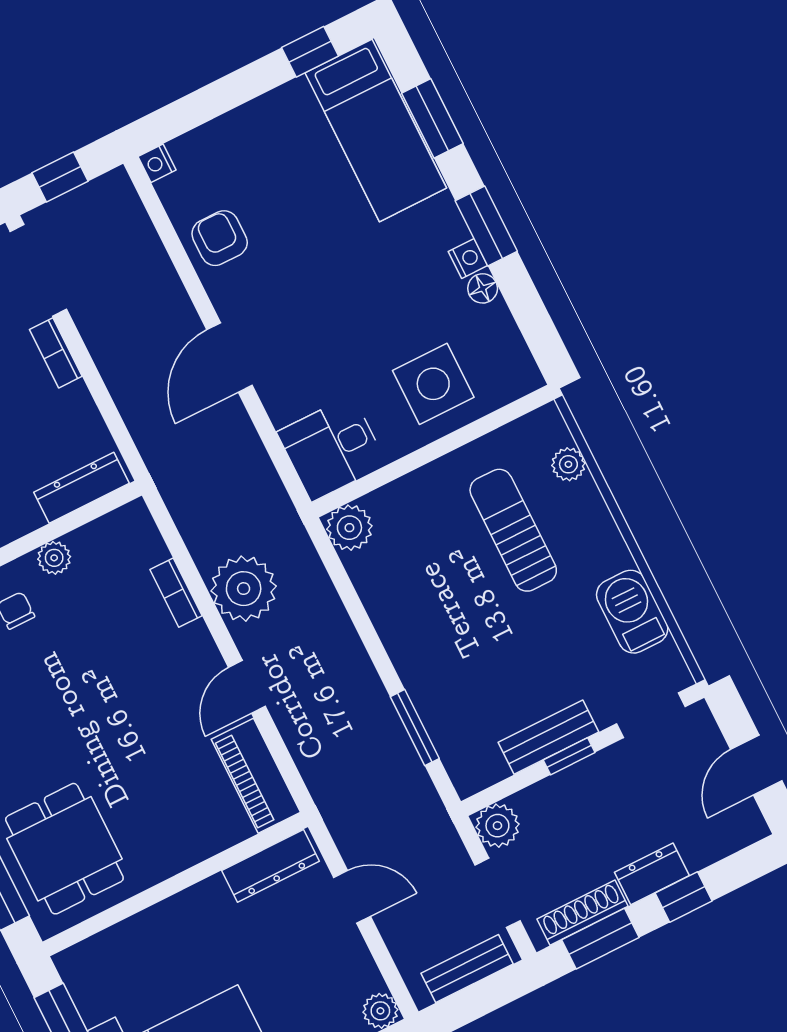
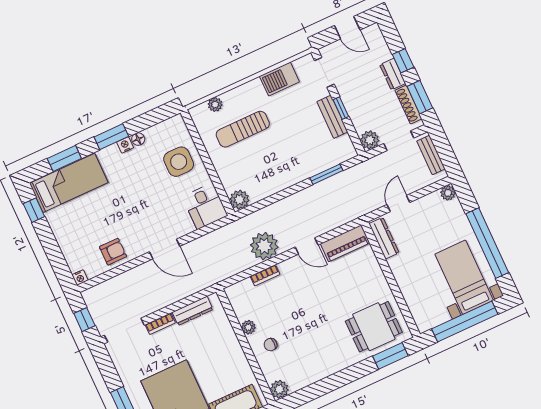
armchair: (220, 238) -> (113, 252), turned 180
dresser: (81, 488) -> (193, 311), moved, turned -90

